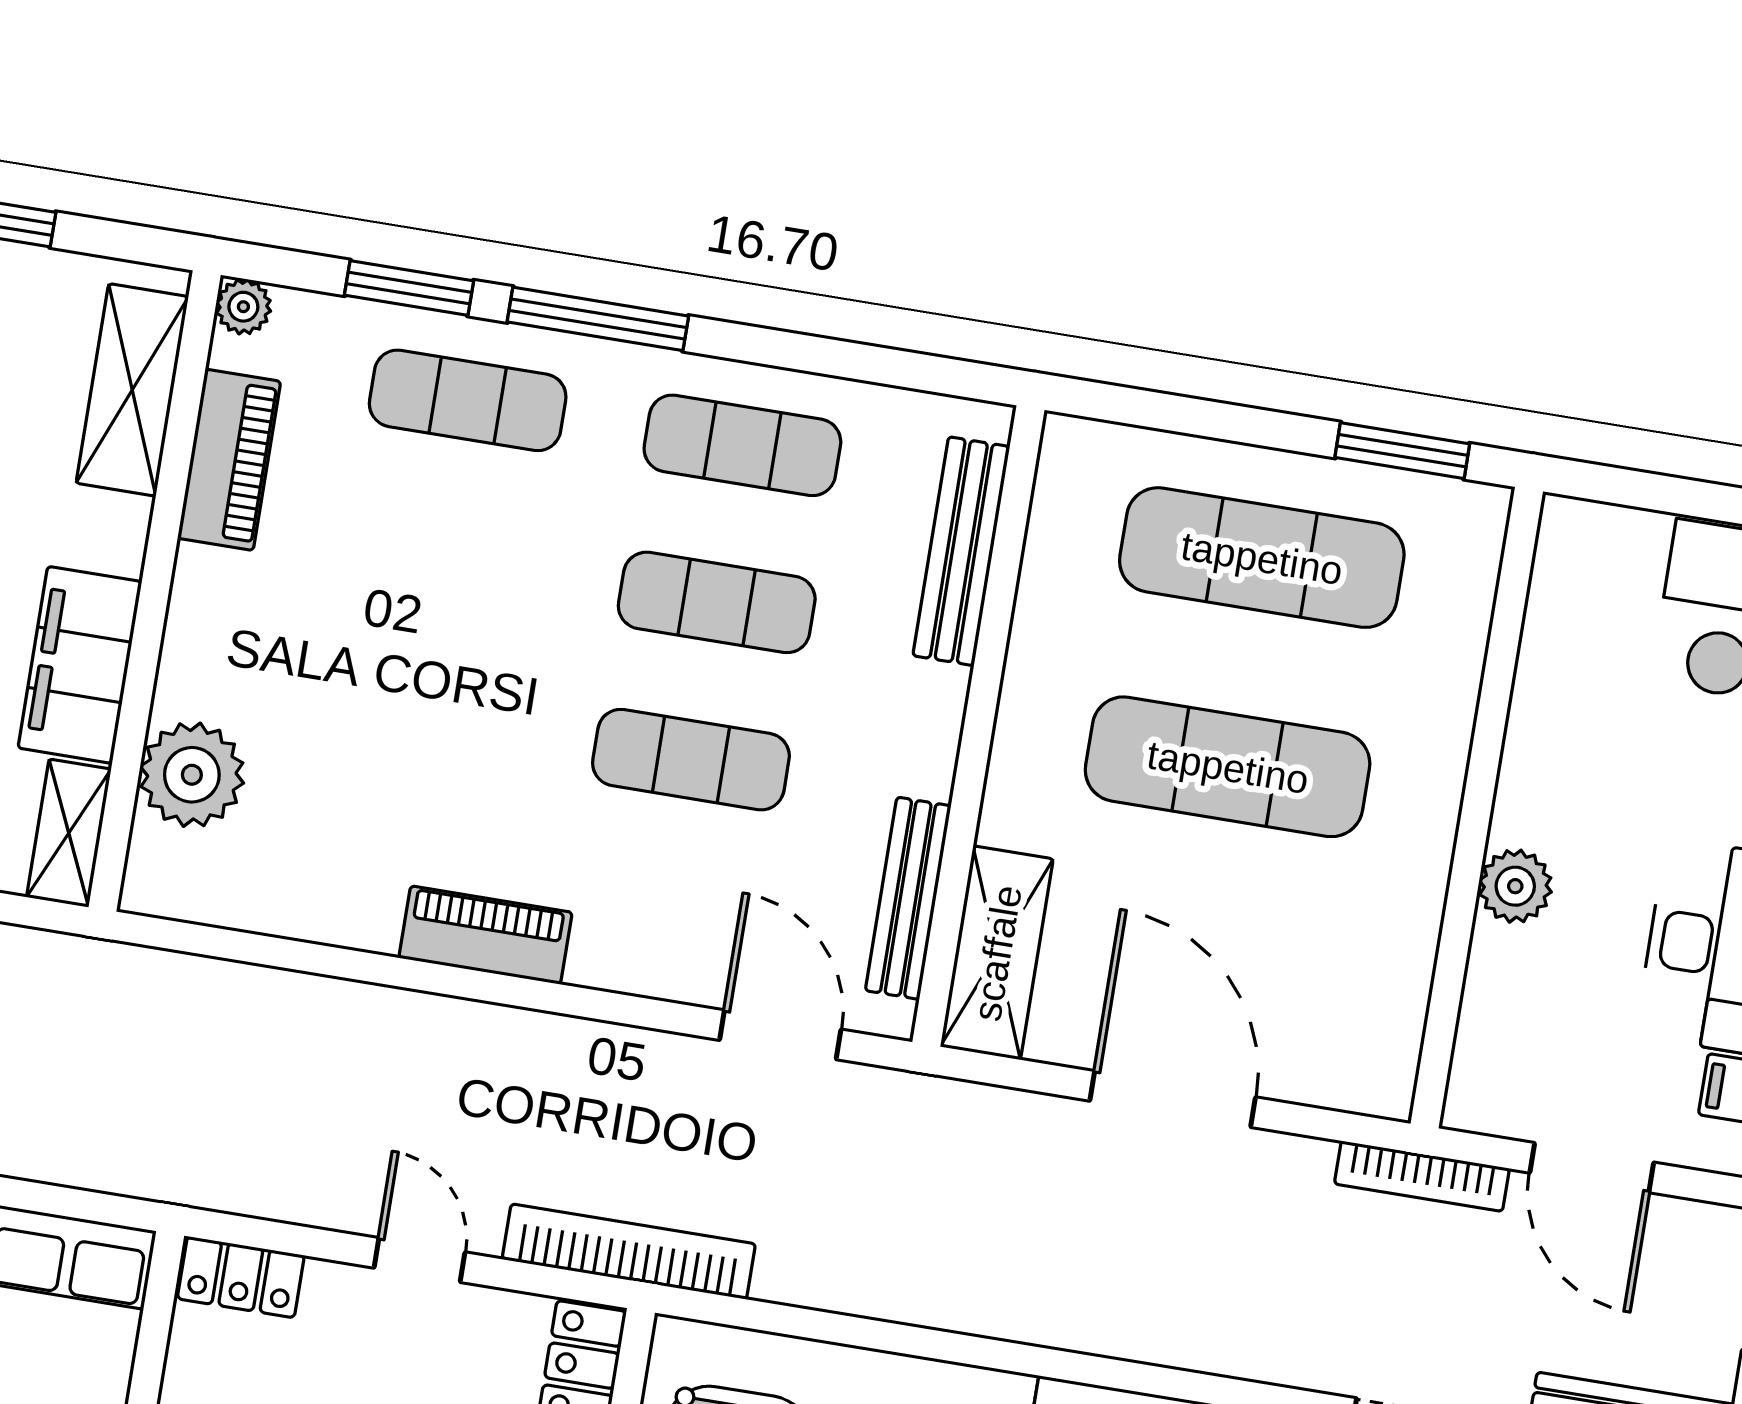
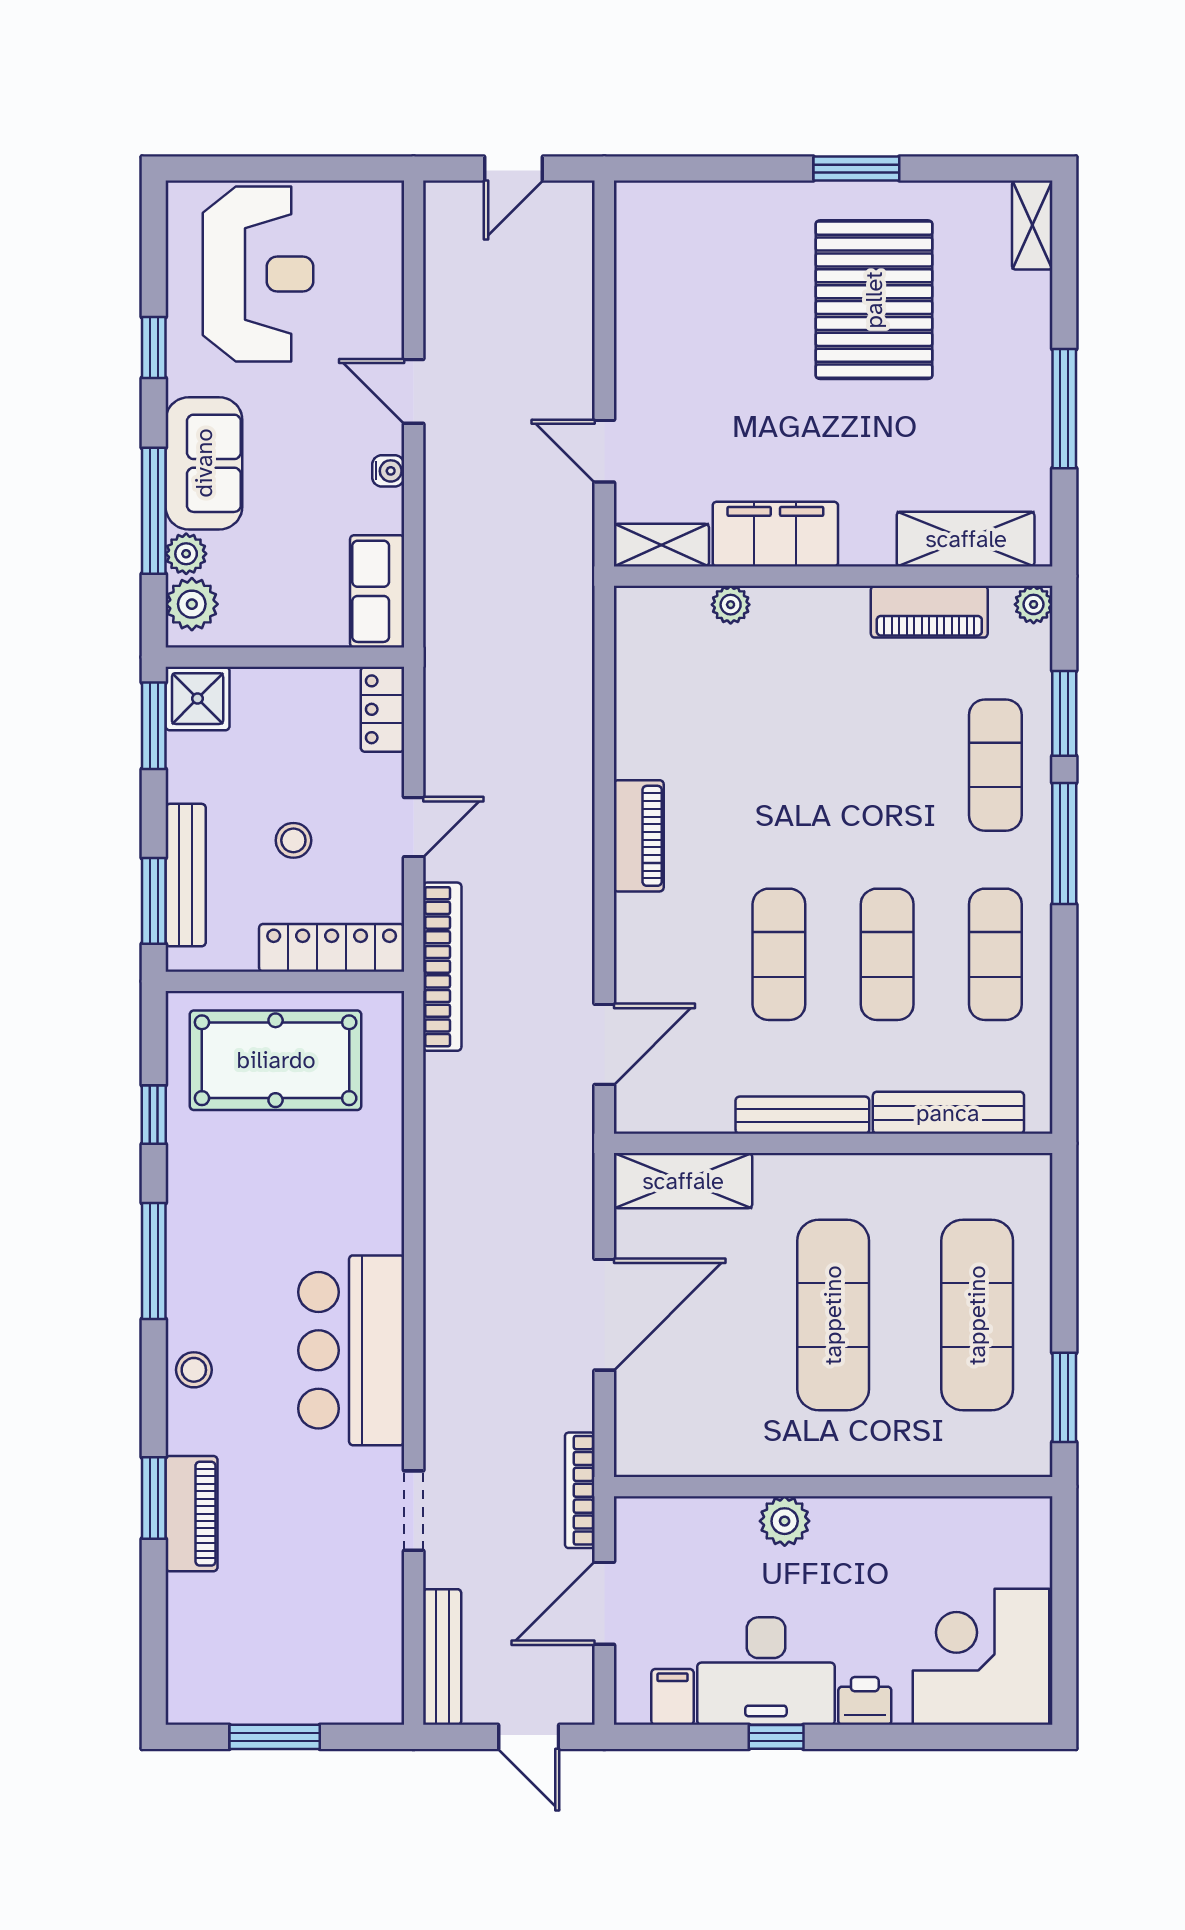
plant: (192, 775) -> (731, 605), width x0.53, depth x0.53
bench: (908, 898) -> (802, 1115), moved

